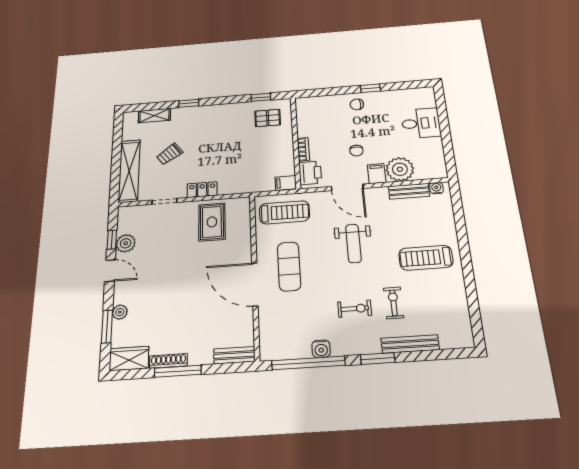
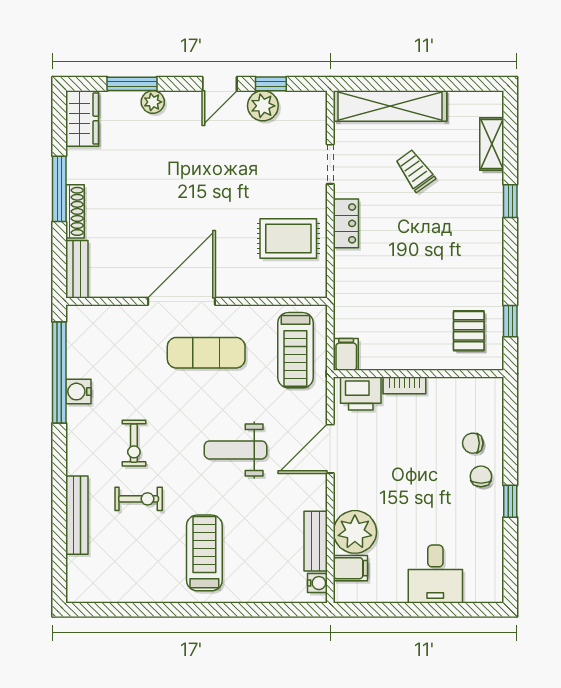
chair: (356, 151) -> (473, 443), moved
filing cabinet: (377, 174) -> (350, 568), moved
window: (378, 359) -> (59, 468), removed
shoe rack: (168, 361) -> (75, 211), moved

